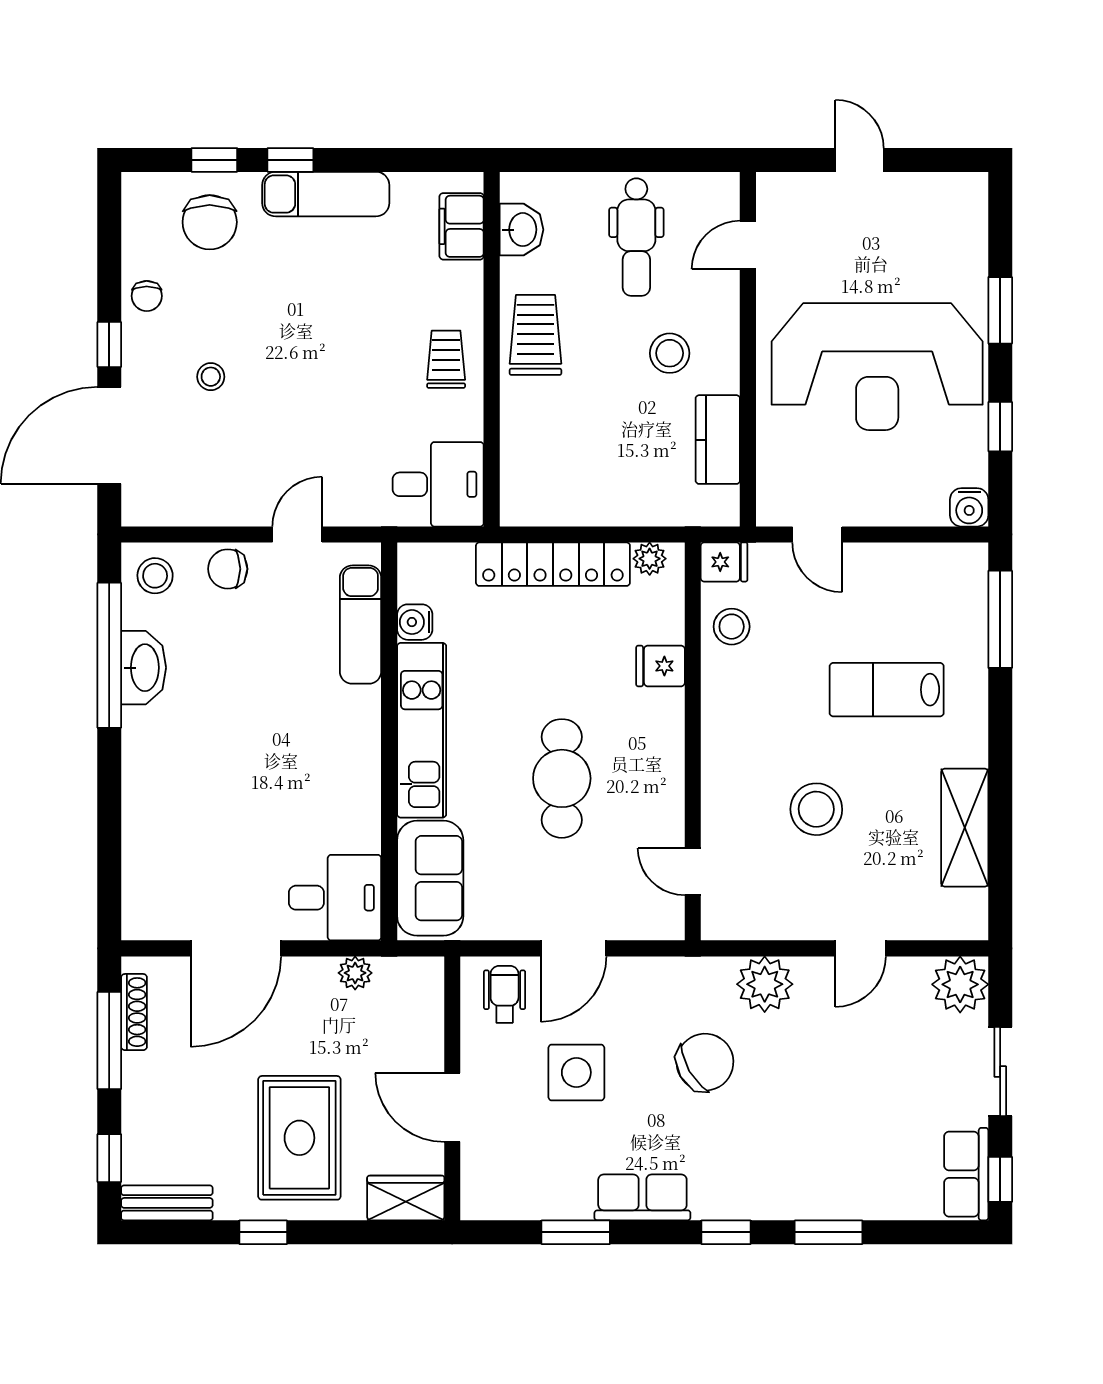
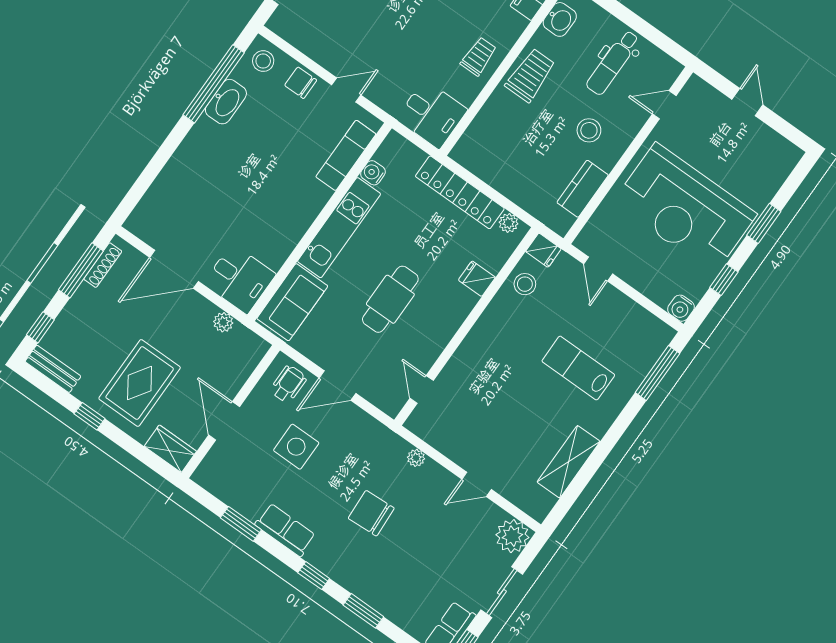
stool: (816, 809) -> (503, 402), removed
plant: (765, 984) -> (416, 458), width x0.53, depth x0.53
chair: (705, 1062) -> (371, 513), moved, turned -153

